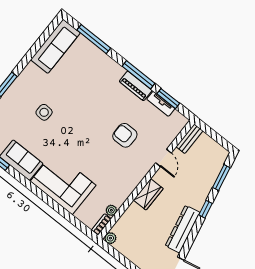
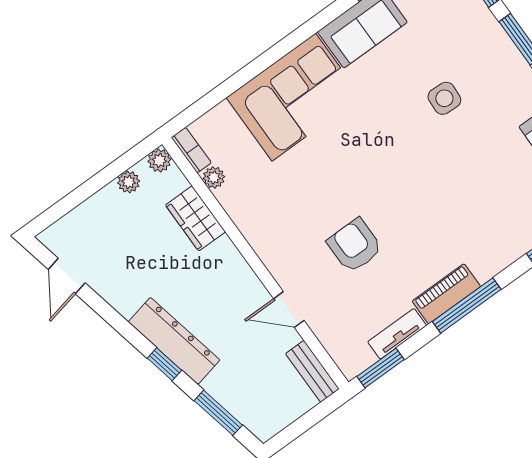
window: (168, 99) -> (380, 368), moved
armchair: (125, 135) -> (355, 245), turned -90
wardrobe: (148, 194) -> (195, 218), moved
dresser: (183, 229) -> (174, 341), moved
plant: (125, 250) -> (129, 182), added

